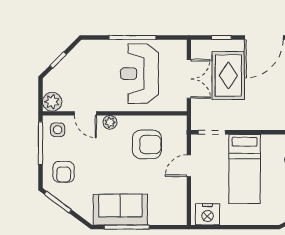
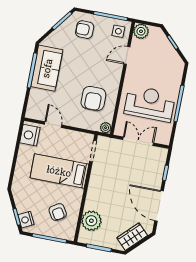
rug: (228, 76) -> (135, 172), removed
double door: (189, 79) -> (138, 141), swing flipped
plant: (110, 122) -> (106, 128), moved
door: (189, 166) -> (53, 125), moved

